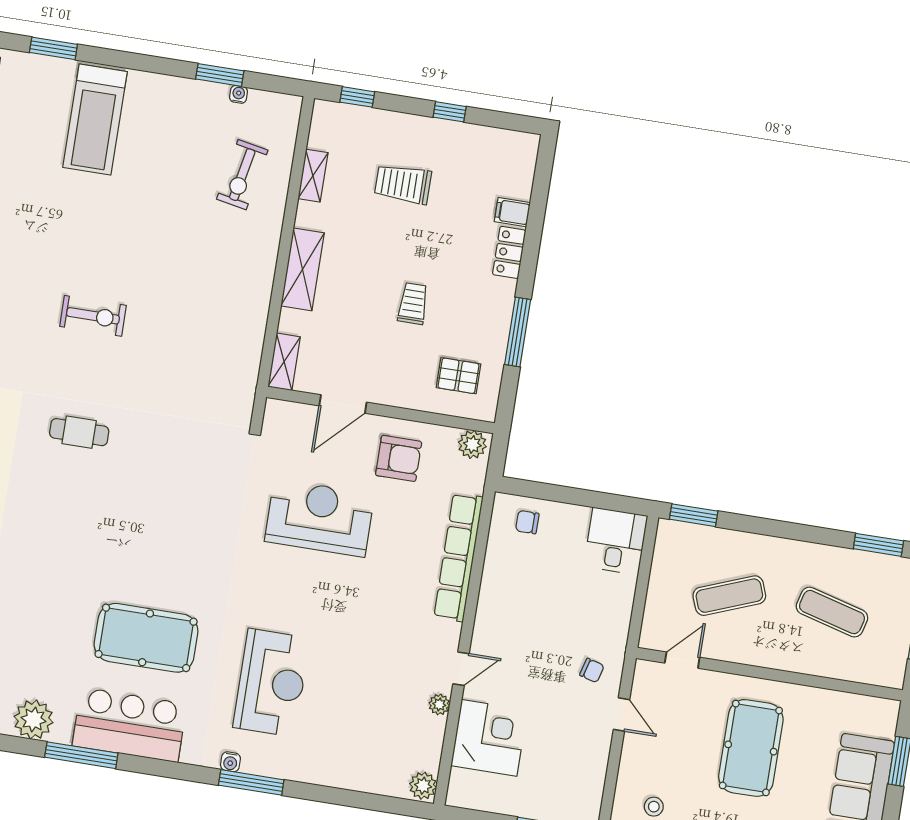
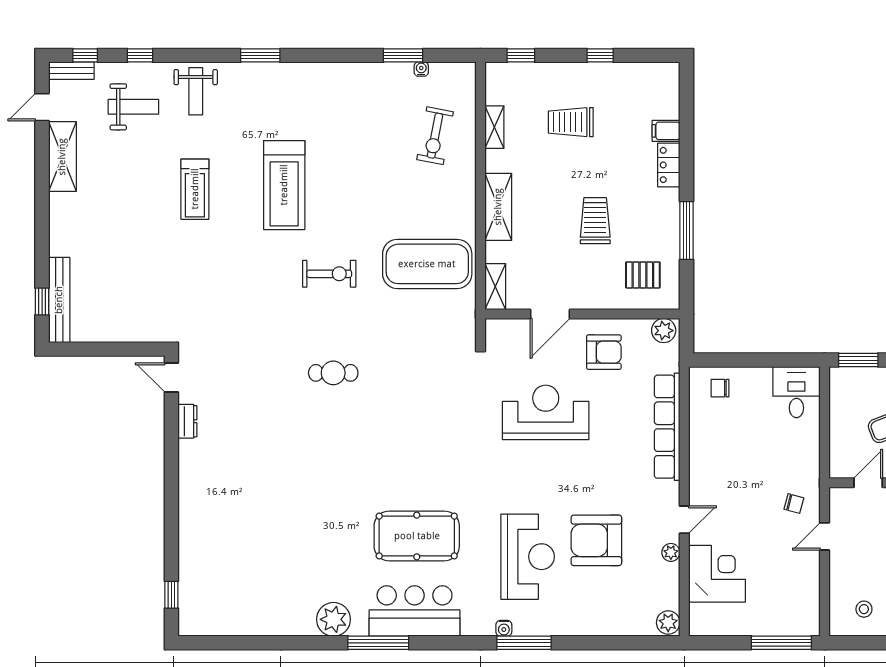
treadmill: (95, 120) -> (284, 185), moved
trolley: (413, 304) -> (595, 221), width x1.36, depth x1.39
exercise mat: (209, 323) -> (427, 264), added
armchair: (355, 676) -> (596, 540), added
door: (621, 714) -> (825, 536), swing flipped

